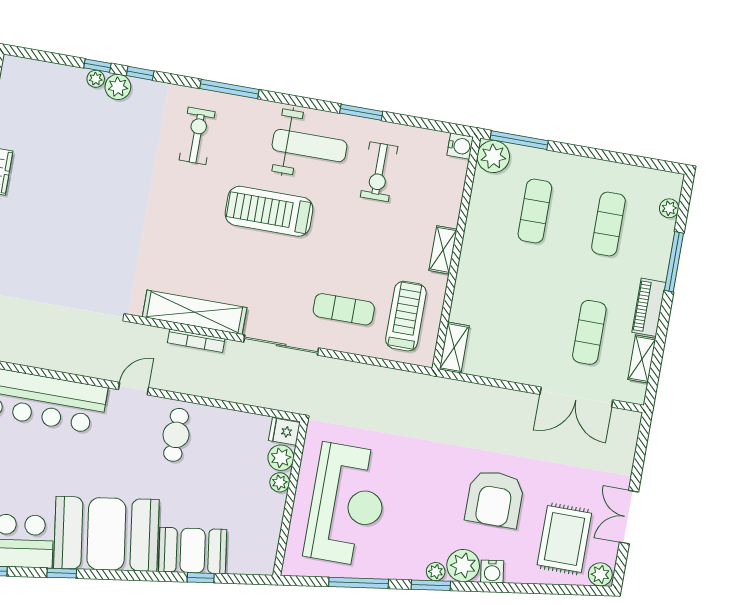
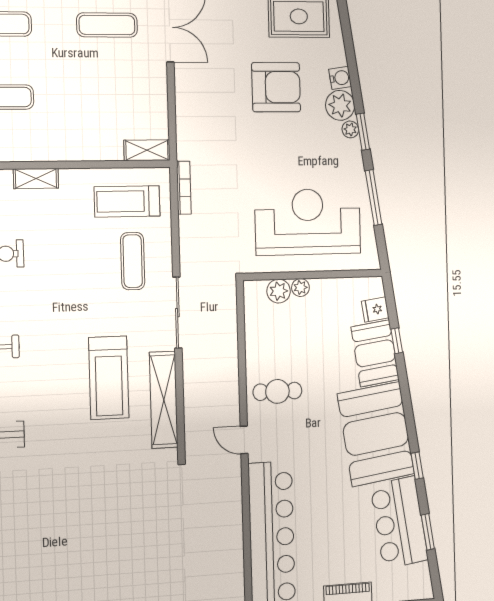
treadmill: (269, 211) -> (109, 378), moved
shelving: (443, 250) -> (36, 178), moved
bookcase: (196, 341) -> (184, 188), moved
fridge: (284, 431) -> (375, 309), moved, turned 82

